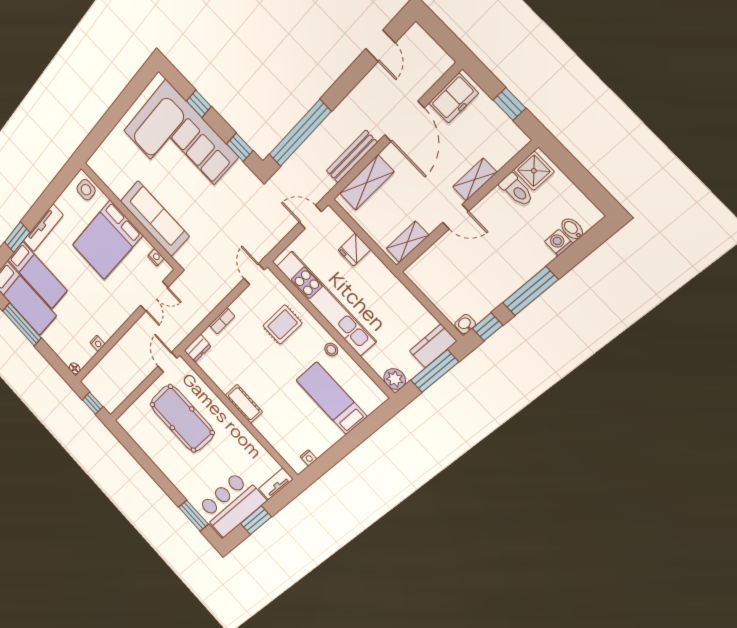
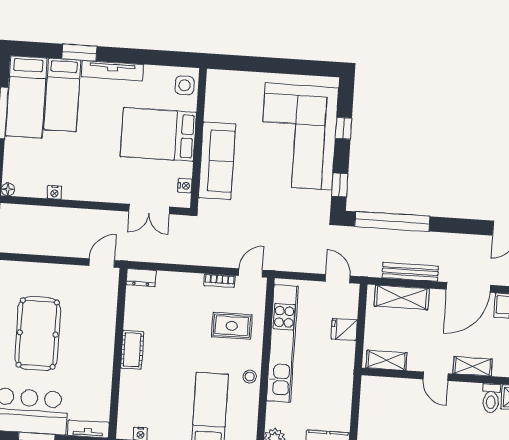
bookcase: (222, 321) -> (219, 281), moved
pool table: (182, 418) -> (38, 334), moved

